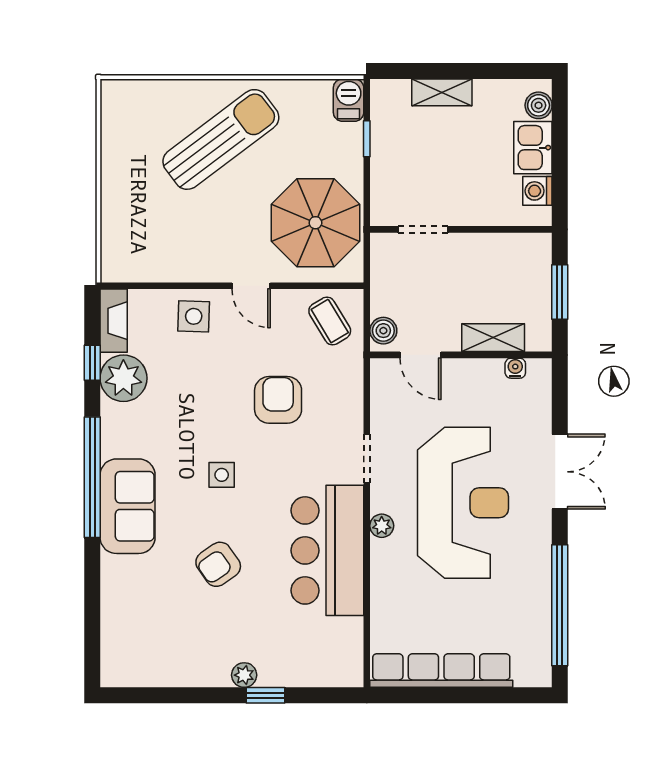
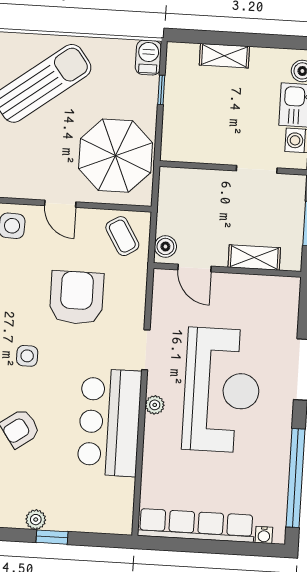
doorway: (423, 229) -> (257, 169), moved
water cooler: (515, 368) -> (264, 535), moved, turned 180
armchair: (278, 400) -> (77, 298), width x1.36, depth x1.36

